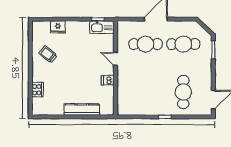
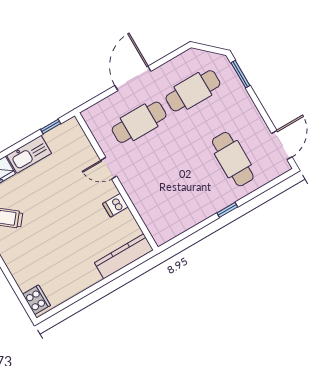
kitchen sink: (102, 27) -> (29, 154), moved
cooker: (38, 90) -> (37, 300), moved
kitchen counter: (82, 110) -> (124, 256), moved

